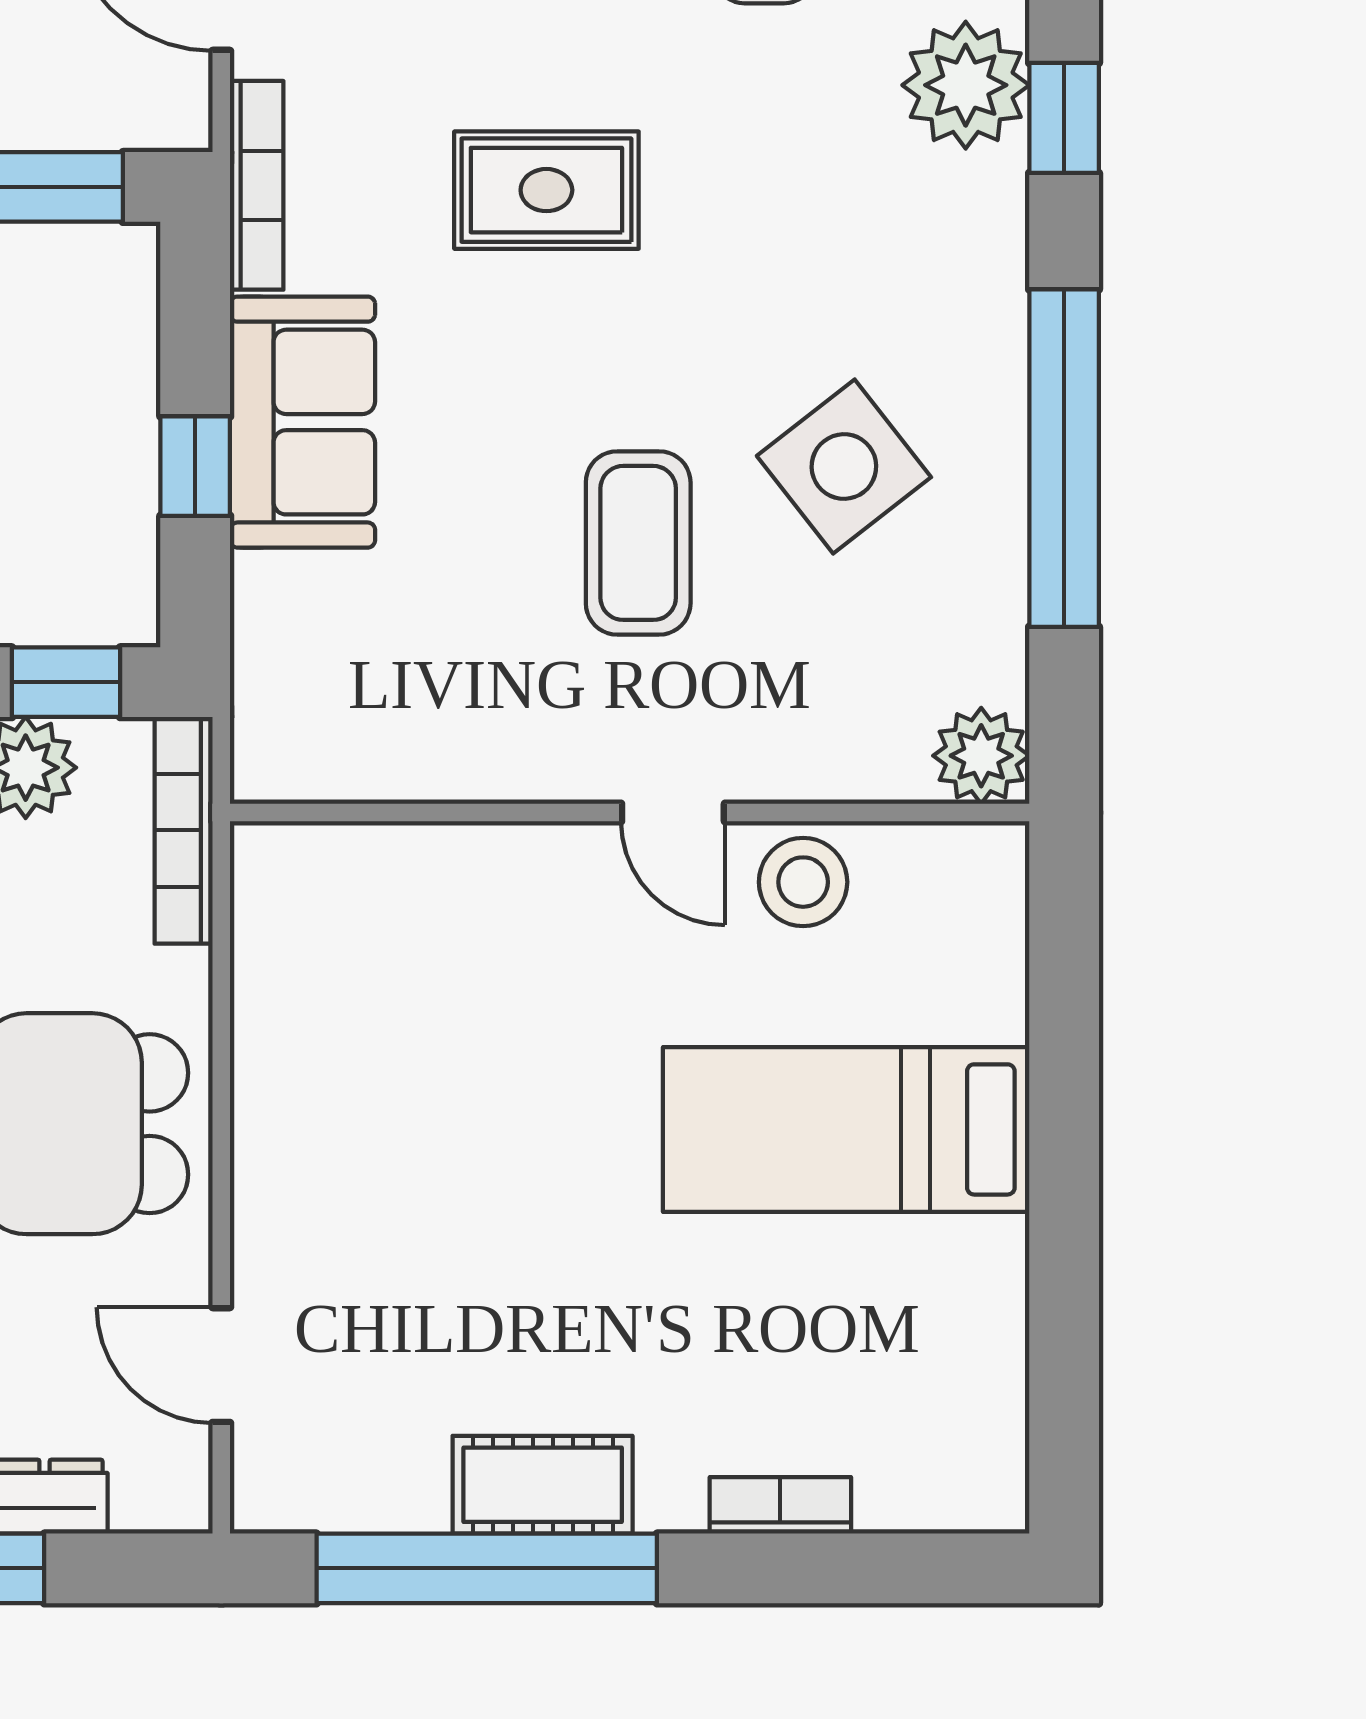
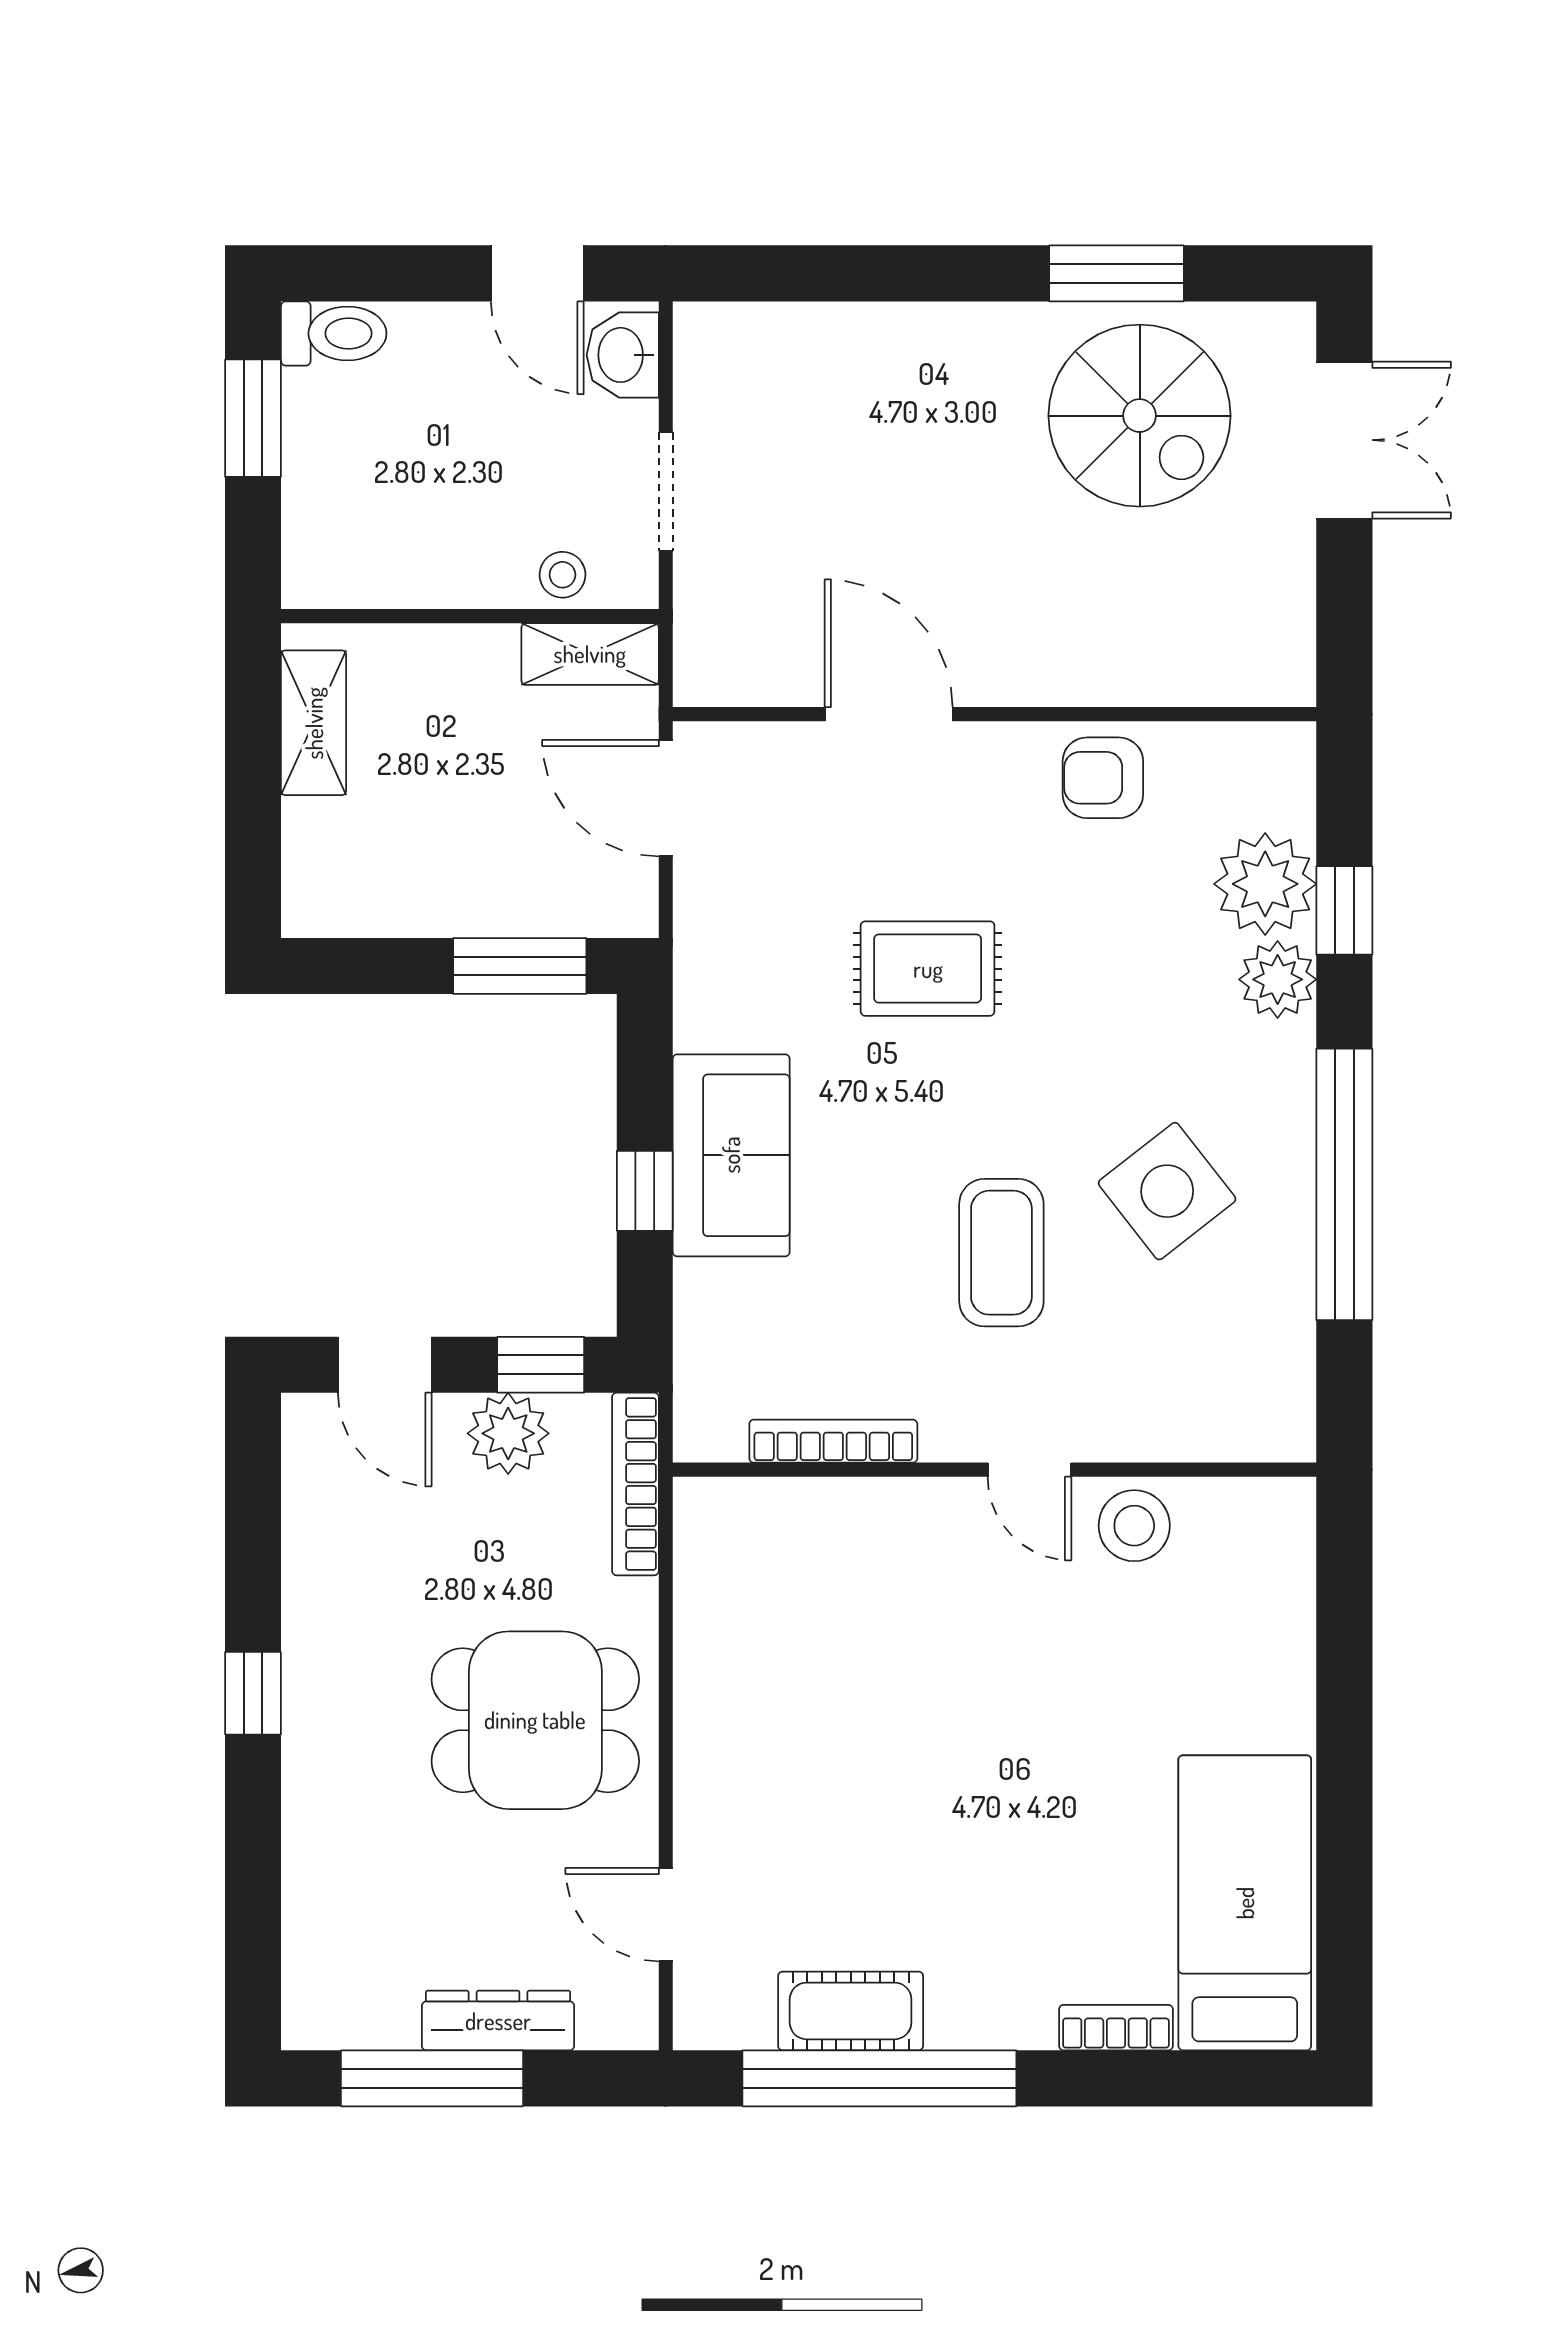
bookcase: (257, 185) -> (833, 1441), moved, turned -90
plant: (981, 756) -> (1278, 979), moved
bed: (846, 1129) -> (1245, 1903), moved, turned 90
cot: (543, 1485) -> (851, 2011), moved

